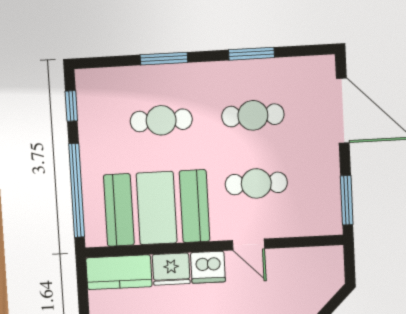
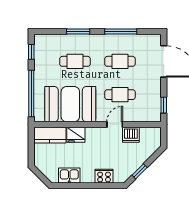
window: (251, 54) -> (121, 31), width x1.44
window: (347, 200) -> (164, 105), width x0.67
door: (249, 245) -> (115, 124), swing flipped
dishwasher: (208, 267) -> (131, 135), moved

